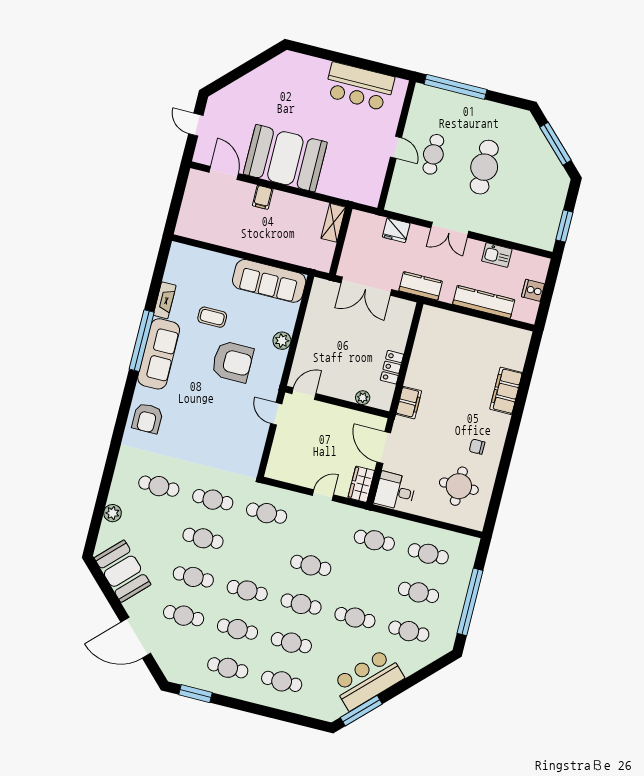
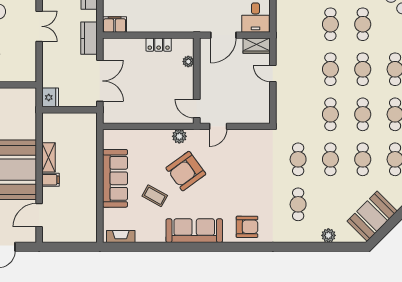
shelving: (333, 223) -> (49, 157), moved, turned 90
fridge: (396, 230) -> (50, 97), moved
sofa: (269, 281) -> (115, 178), moved
fireplace: (165, 300) -> (121, 236), moved
coffee table: (212, 317) -> (155, 196), turned -61
window: (142, 341) -> (187, 247), removed
plant: (282, 341) -> (179, 136), moved
armchair: (232, 362) -> (186, 171), turned -126
filing cabinet: (409, 403) -> (115, 24), moved
cafe table: (267, 513) -> (330, 114), moved
cafe table: (374, 540) -> (330, 24), moved

